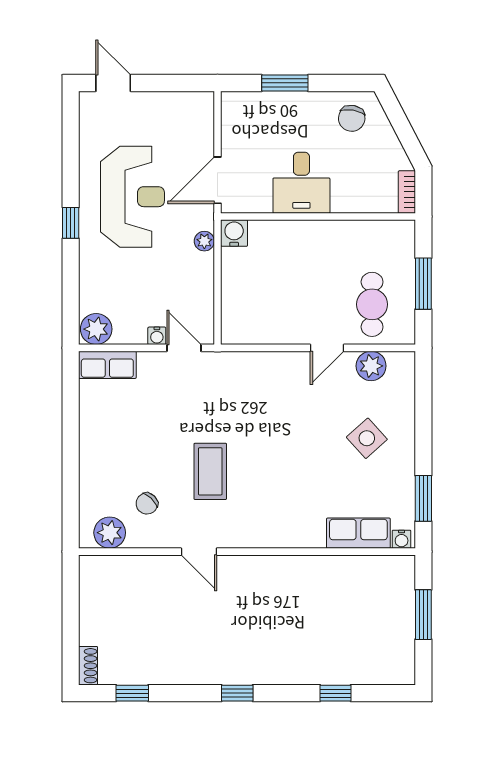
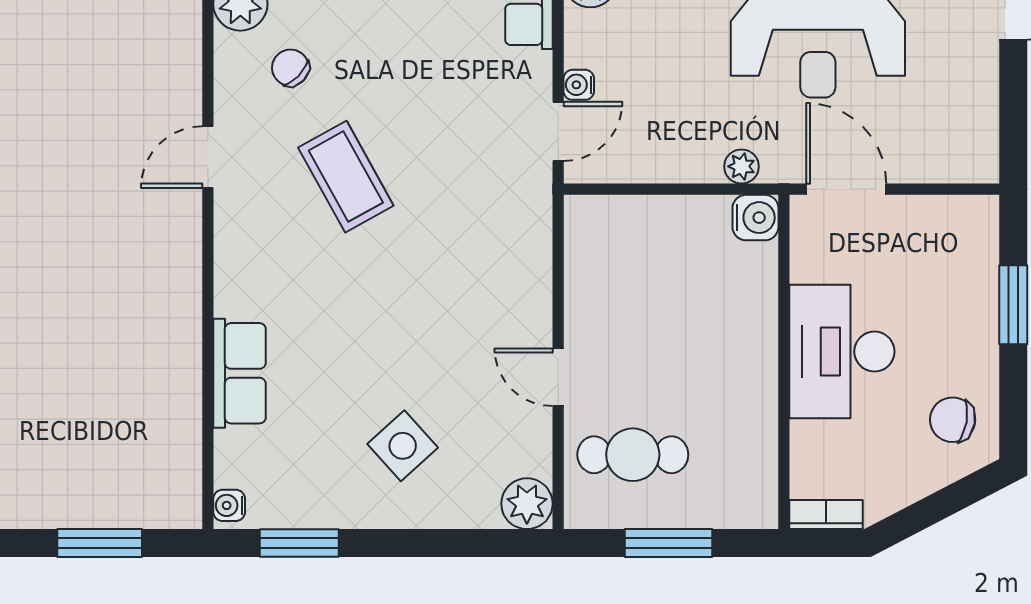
desk: (301, 183) -> (842, 352), width x1.37
plant: (371, 366) -> (527, 504), moved
coffee table: (210, 471) -> (346, 177), turned 61
row of seats: (358, 533) -> (239, 373), moved

